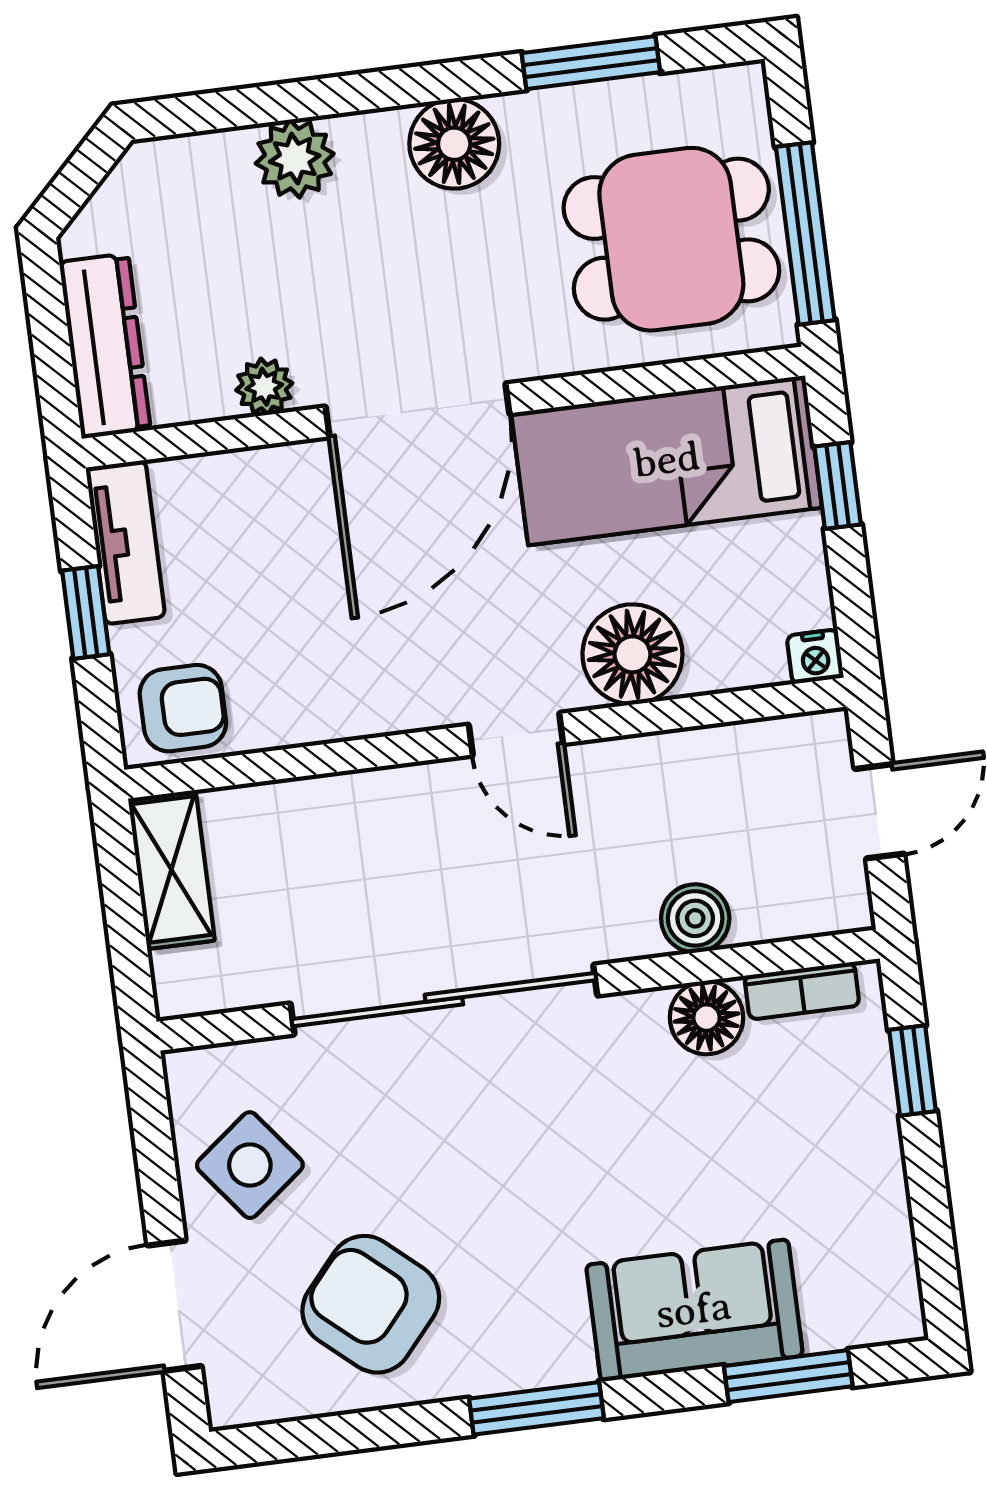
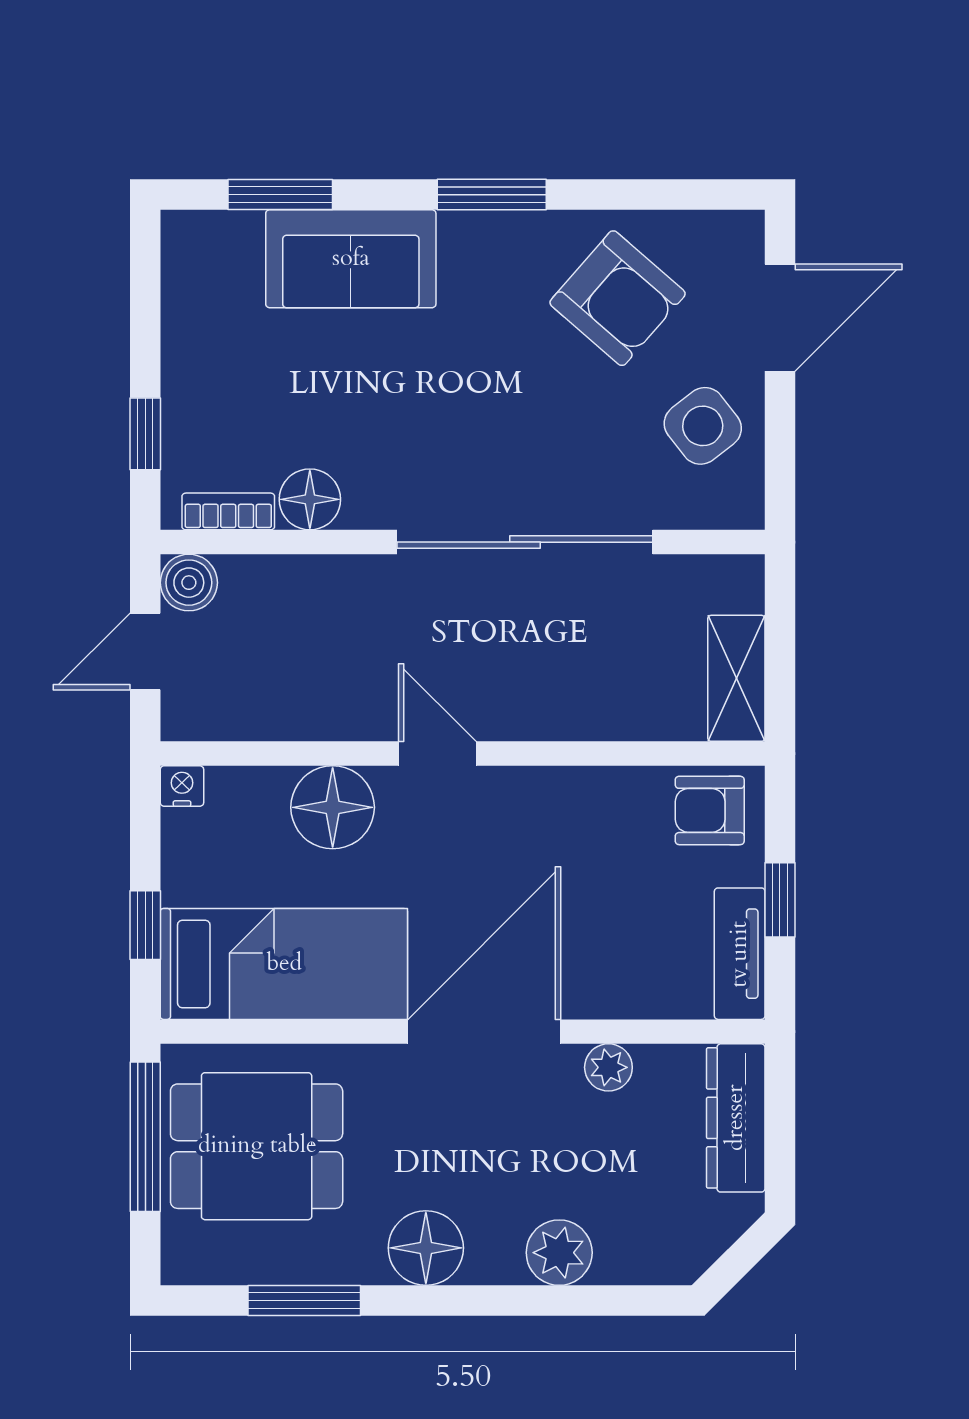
boiler: (695, 918) -> (189, 583), moved

